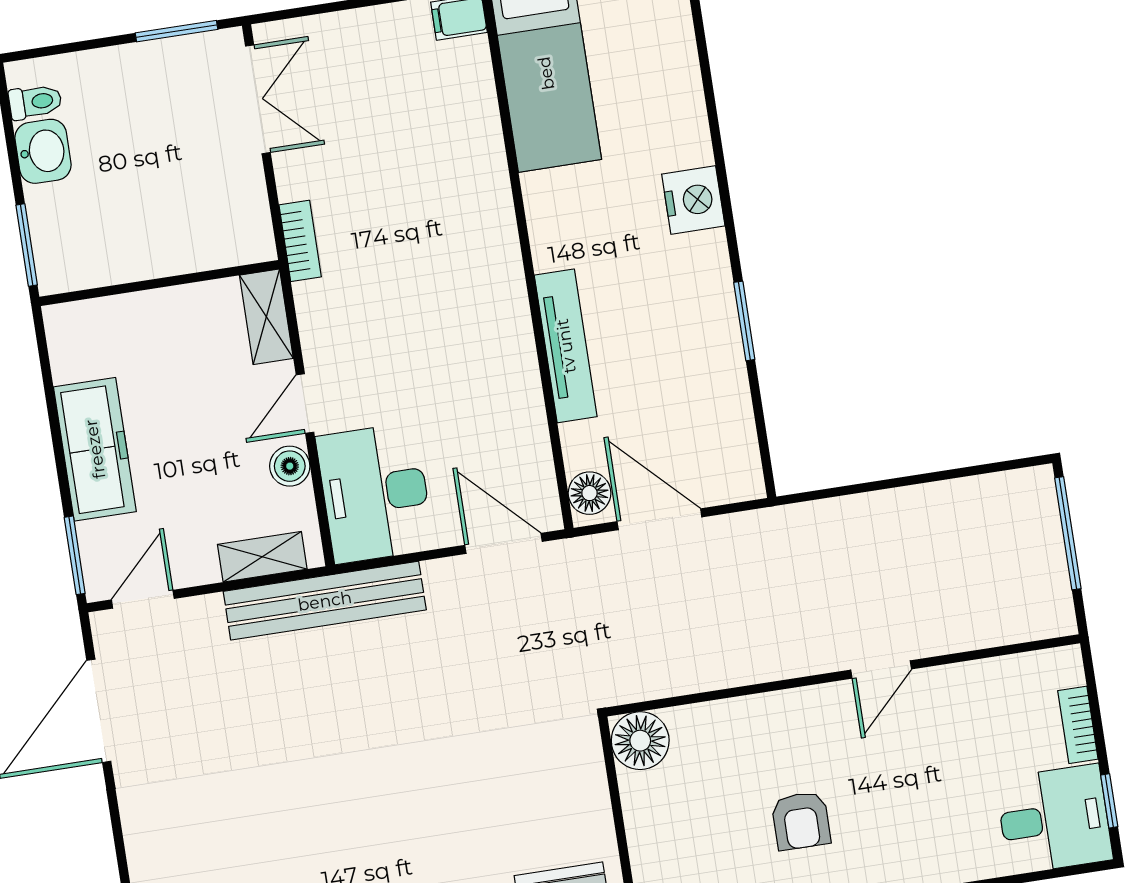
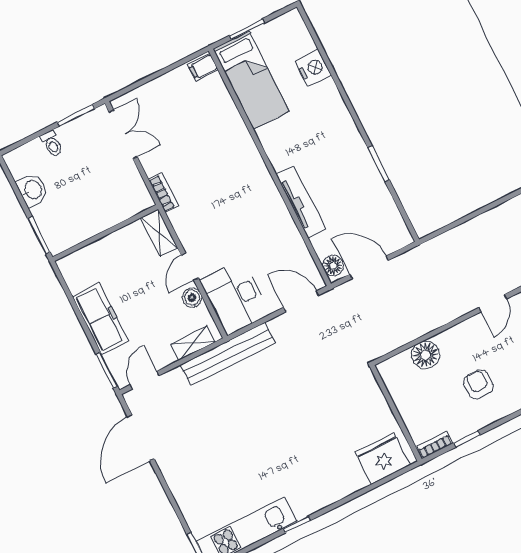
toilet: (35, 102) -> (52, 144), moved, turned 90
nightstand: (693, 200) -> (313, 68), moved
floor lamp: (640, 741) -> (426, 355), moved
armchair: (801, 821) -> (478, 384), turned 180

